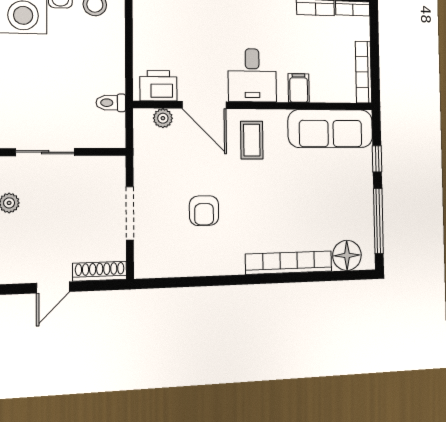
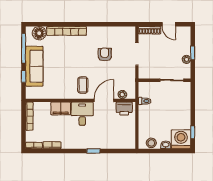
filing cabinet: (299, 88) -> (61, 108), width x2.00
door: (204, 105) -> (104, 100), hinge flipped
sofa: (331, 129) -> (34, 66), moved, turned 90
door: (53, 287) -> (169, 24), swing flipped

